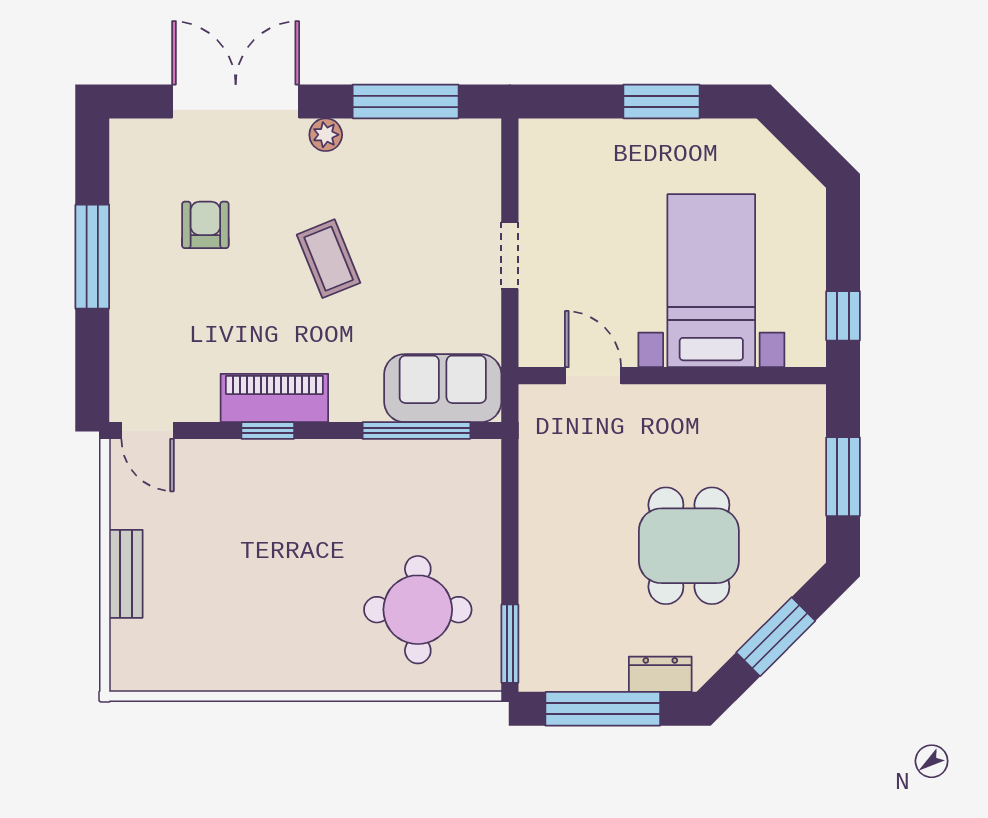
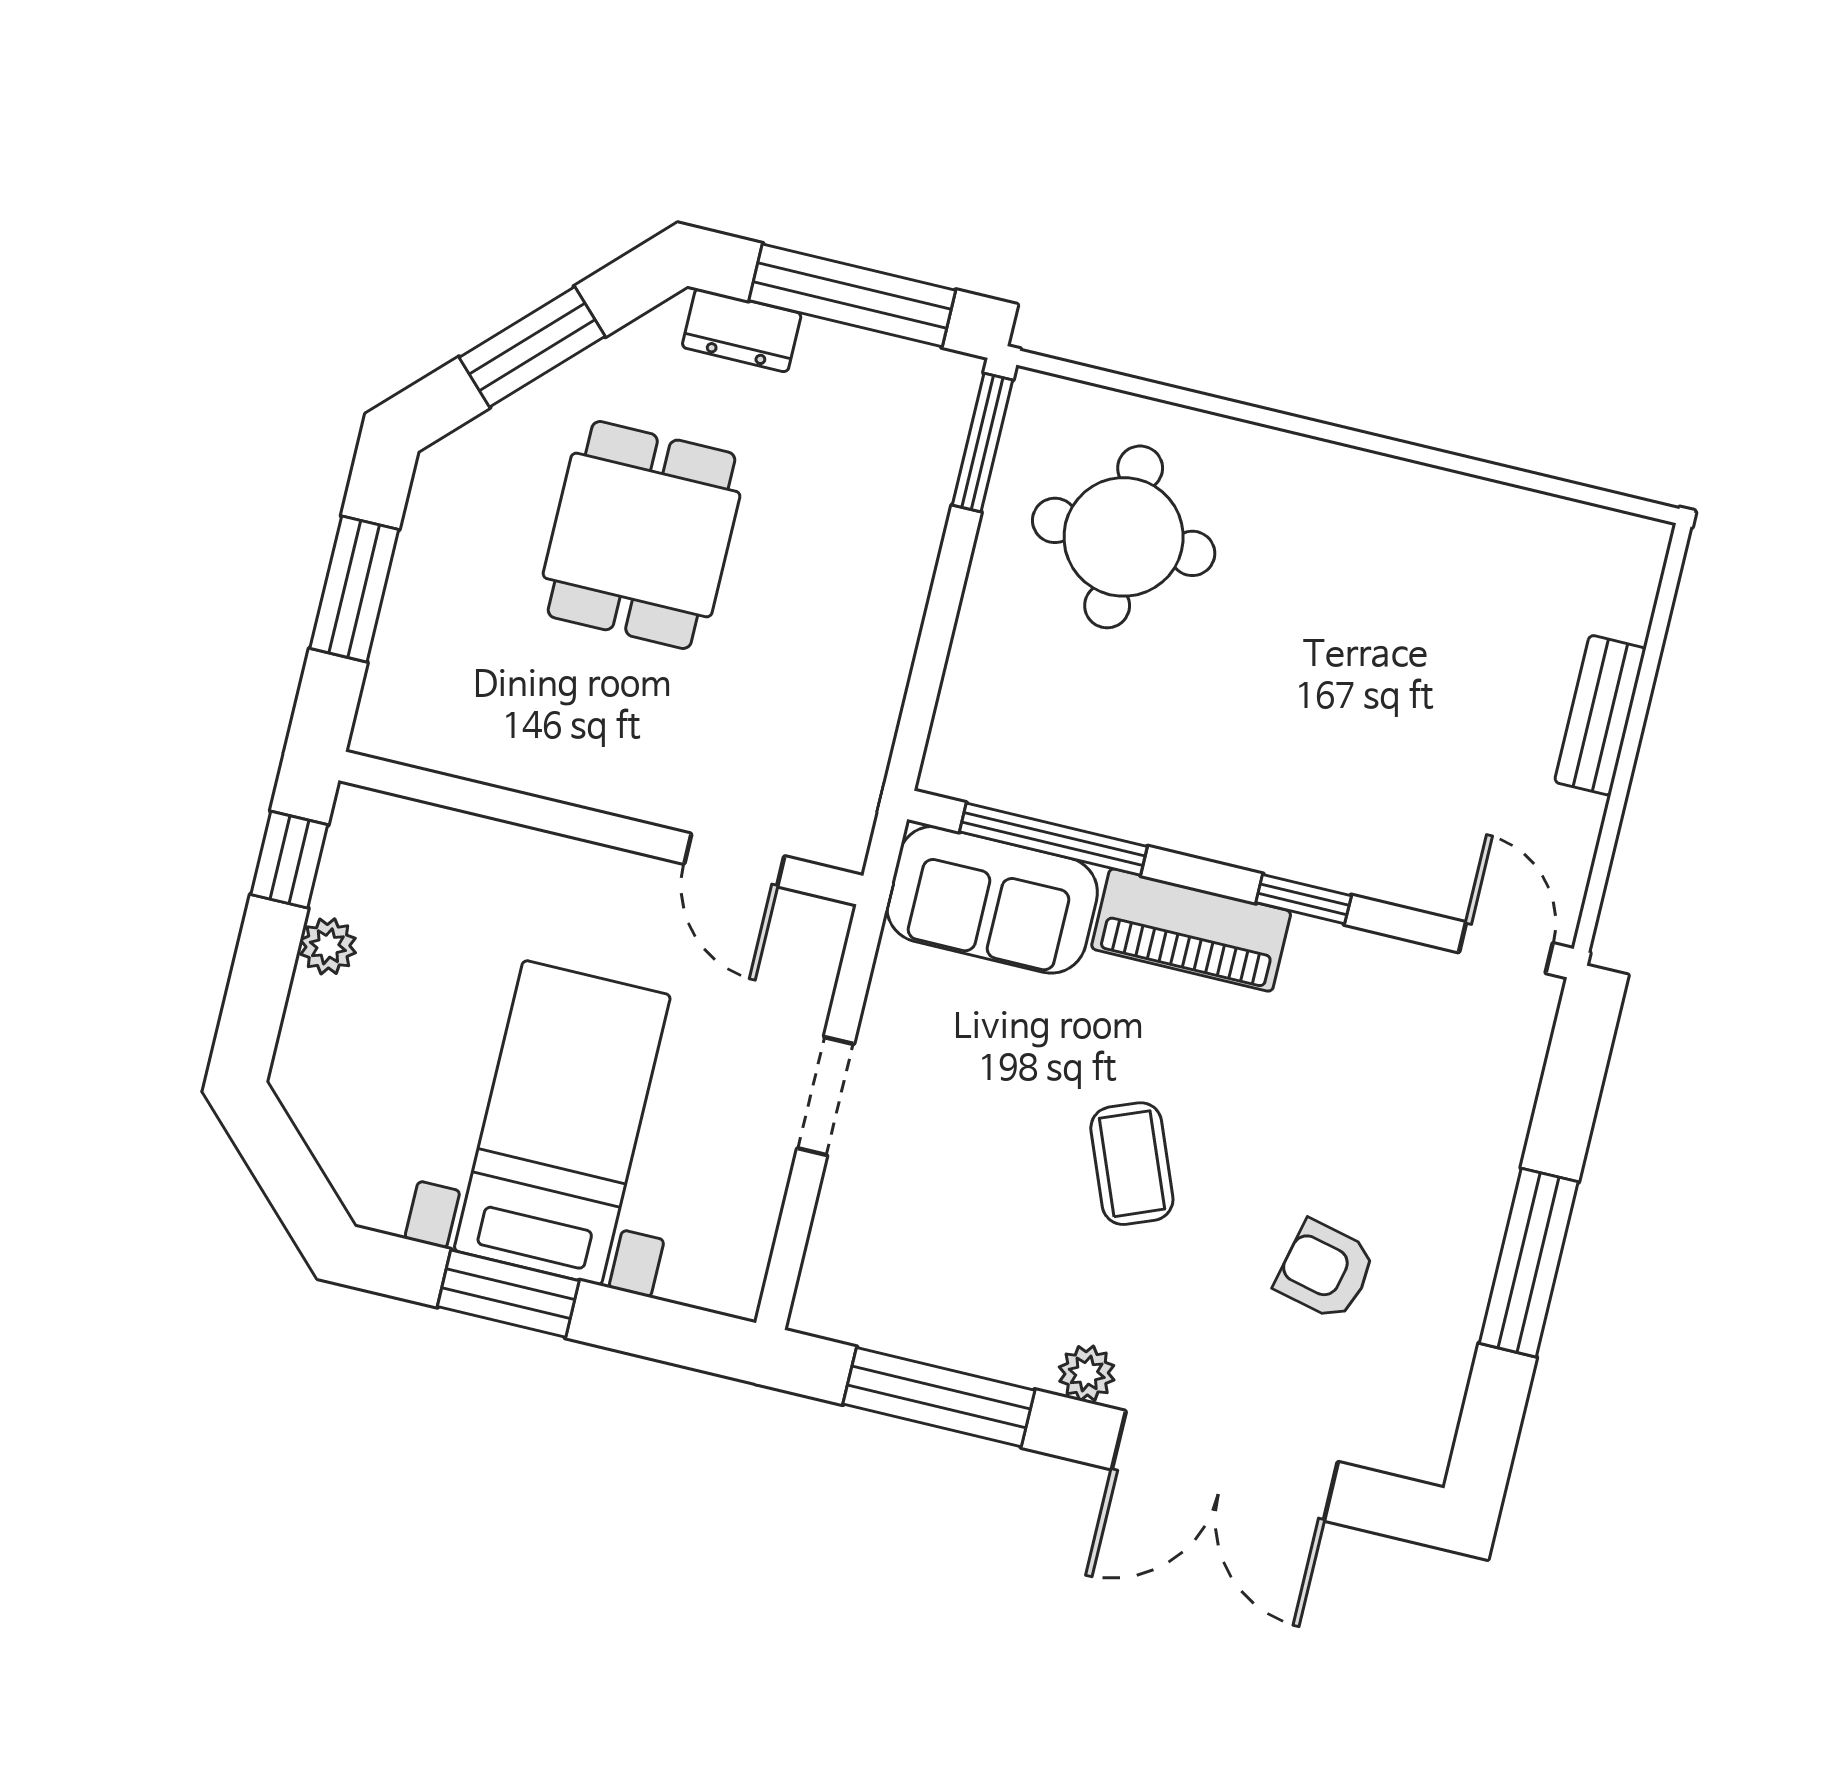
armchair: (205, 225) -> (1326, 1270), turned 103
plant: (810, 272) -> (328, 946), added
bed with nightstands: (711, 281) -> (562, 1123), moved, turned 180
piano: (274, 398) -> (1191, 930), moved

